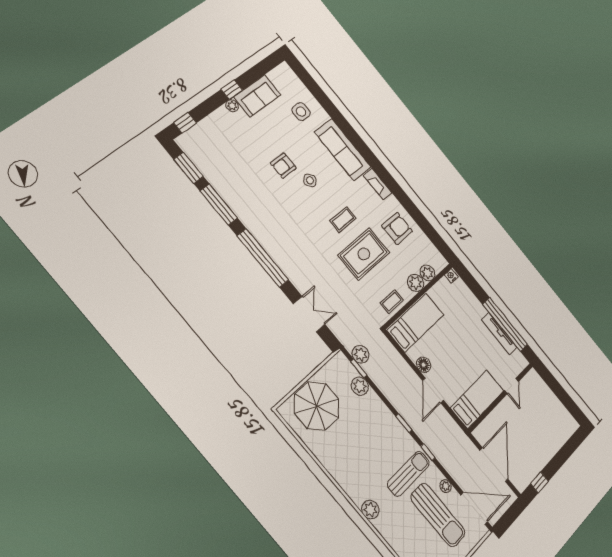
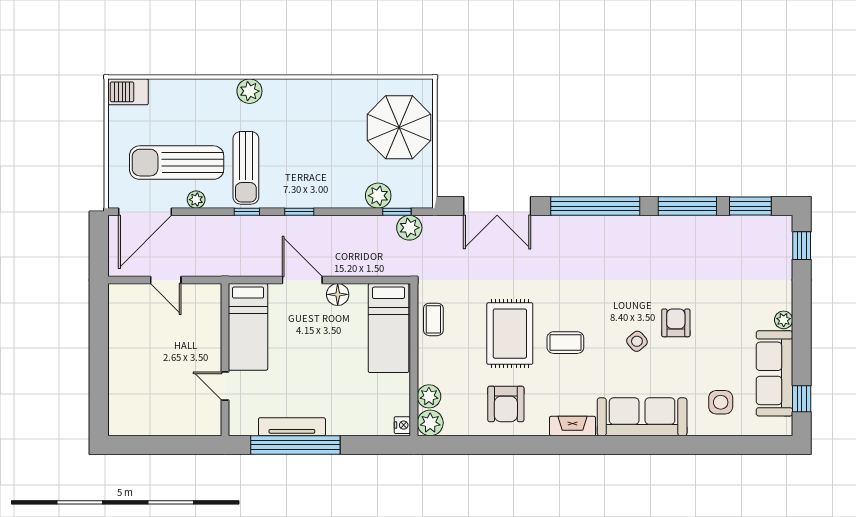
window: (232, 90) -> (802, 399), moved
sofa: (257, 96) -> (774, 373), width x1.36
coffee table: (343, 220) -> (565, 343), turned 90
plant: (416, 283) -> (430, 423), moved
double door: (309, 314) -> (497, 206), width x1.37
door: (494, 465) -> (166, 280), width x0.53
window: (539, 482) -> (99, 319), removed

